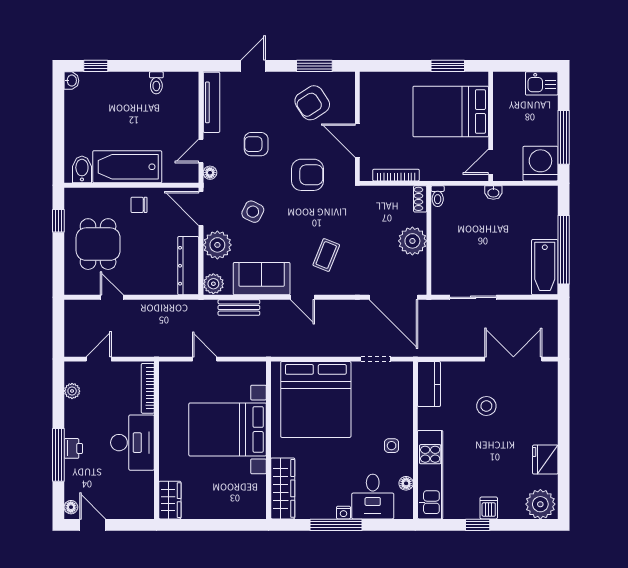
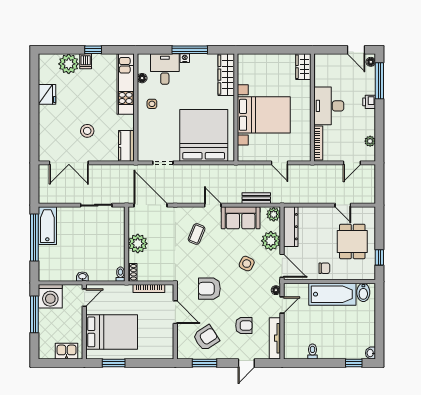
kitchen sink: (542, 83) -> (67, 351), moved
armchair: (256, 144) -> (244, 326), moved
window: (58, 455) -> (379, 81), moved
plant: (540, 504) -> (69, 64), moved

